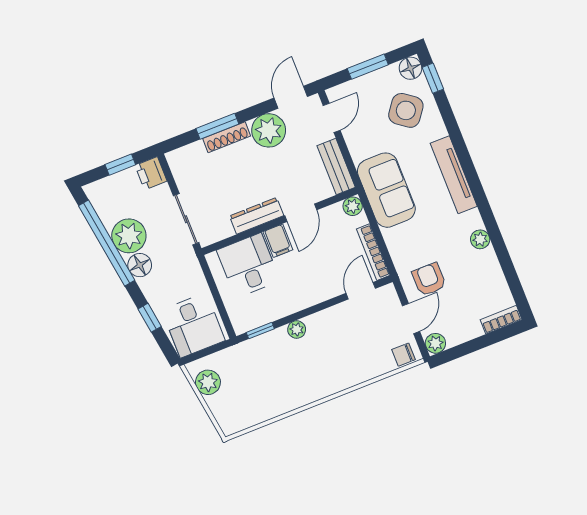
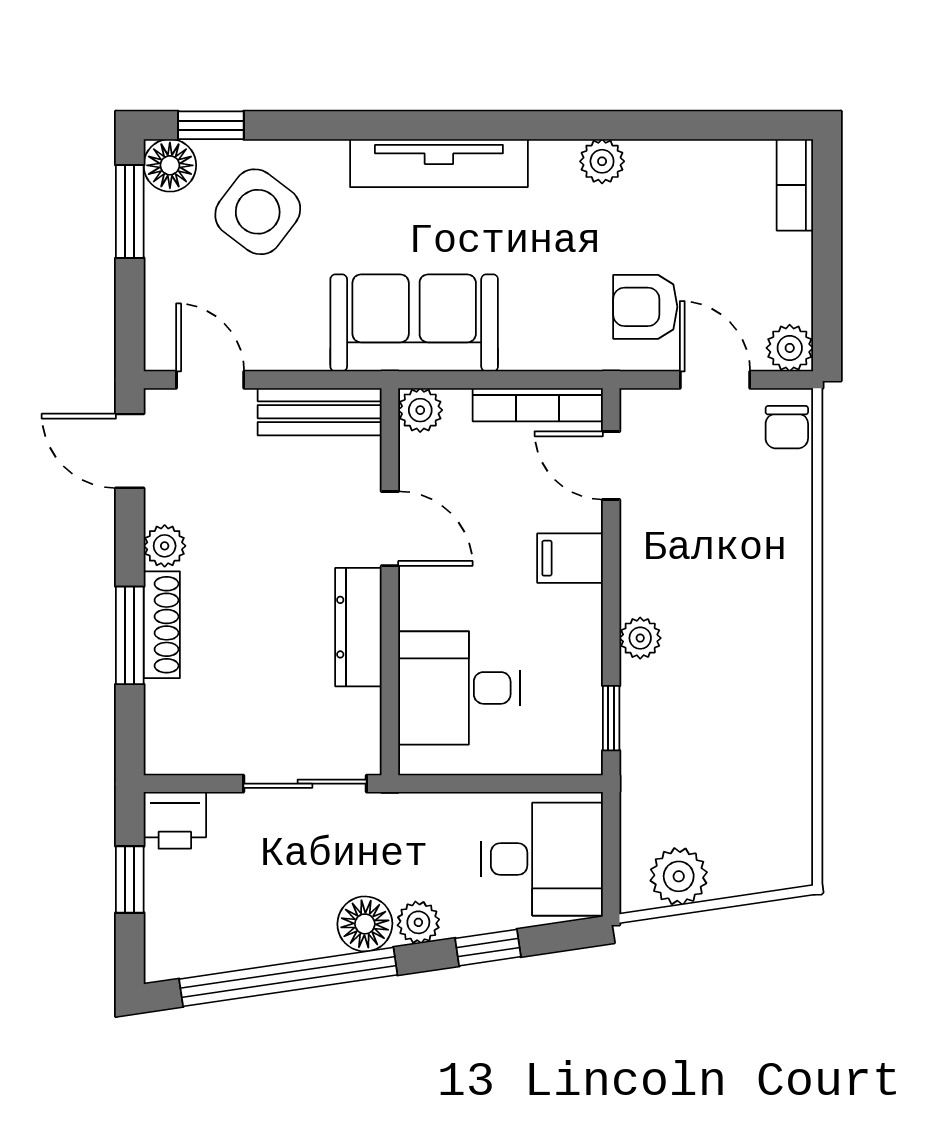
window: (368, 67) -> (130, 211), moved
plant: (269, 130) -> (165, 546), width x0.53, depth x0.53
plant: (129, 236) -> (418, 922), moved, width x0.53, depth x0.53
filing cabinet: (278, 241) -> (570, 558), moved, turned 180

